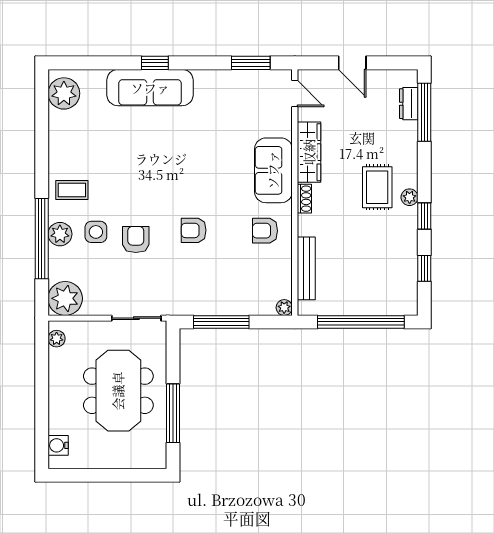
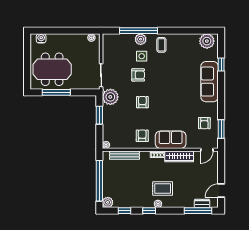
window: (155, 63) -> (221, 65), moved
door: (352, 63) -> (221, 191), moved
armchair: (238, 99) -> (204, 123), added
plant: (65, 298) -> (110, 97), moved
plant: (407, 304) -> (108, 202), added
window: (221, 322) -> (99, 115), width x0.69
meeting table: (118, 391) -> (52, 69), moved

